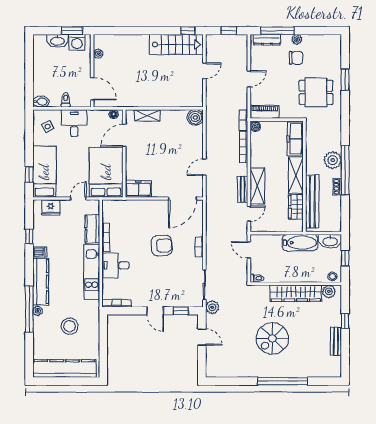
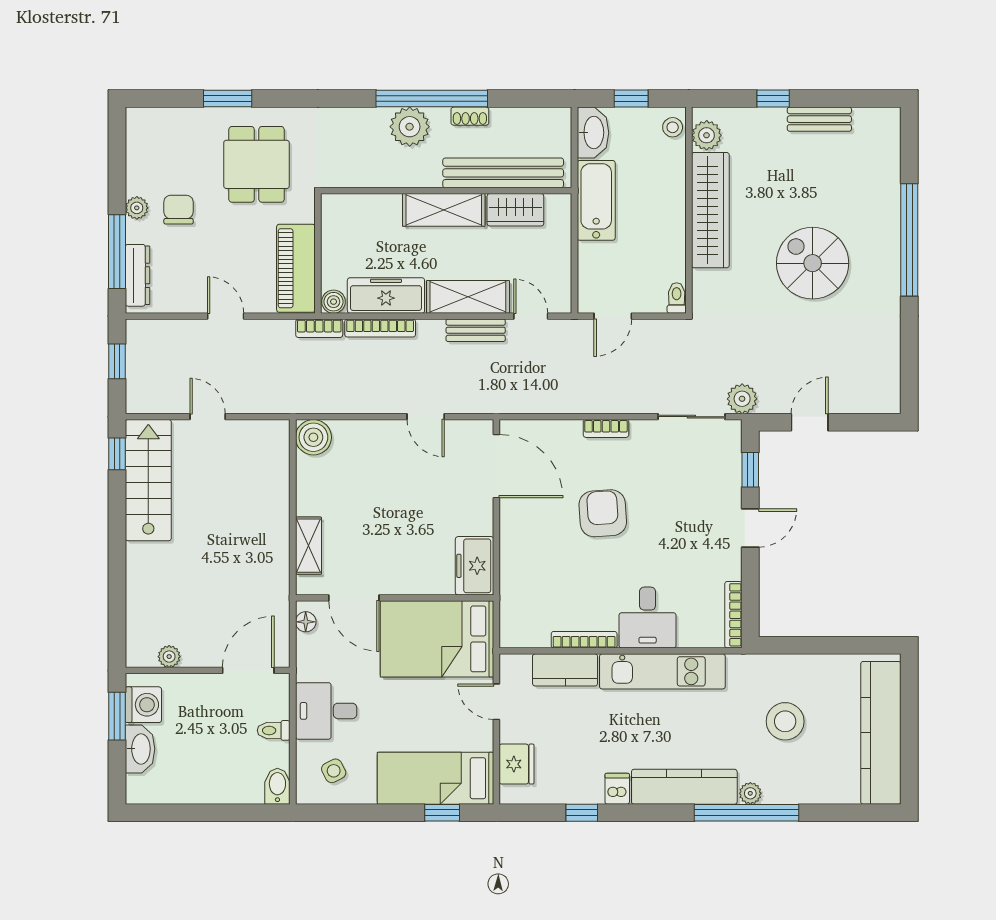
piano: (265, 112) -> (296, 268), width x1.37, depth x1.33
freezer: (295, 139) -> (386, 296), moved, turned 180
spiral stairs: (272, 338) -> (813, 263), turned 180

